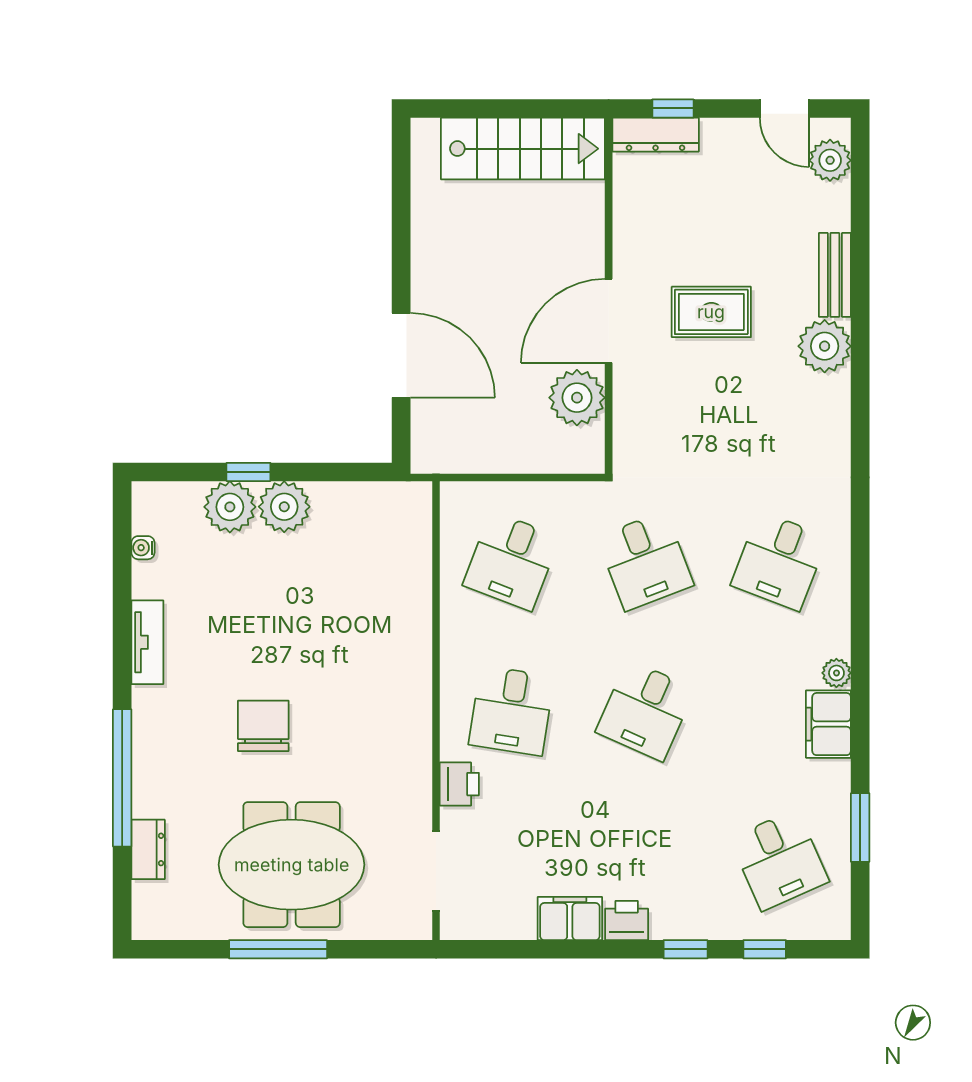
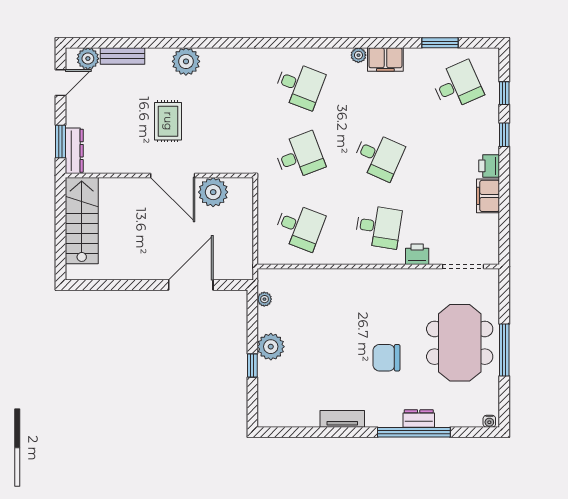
window: (673, 108) -> (61, 141), width x1.50
bench: (835, 275) -> (123, 56), moved
plant: (230, 507) -> (264, 299), moved, width x0.53, depth x0.53
water cooler: (143, 548) -> (489, 421), moved
dresser: (148, 849) -> (419, 419), moved

